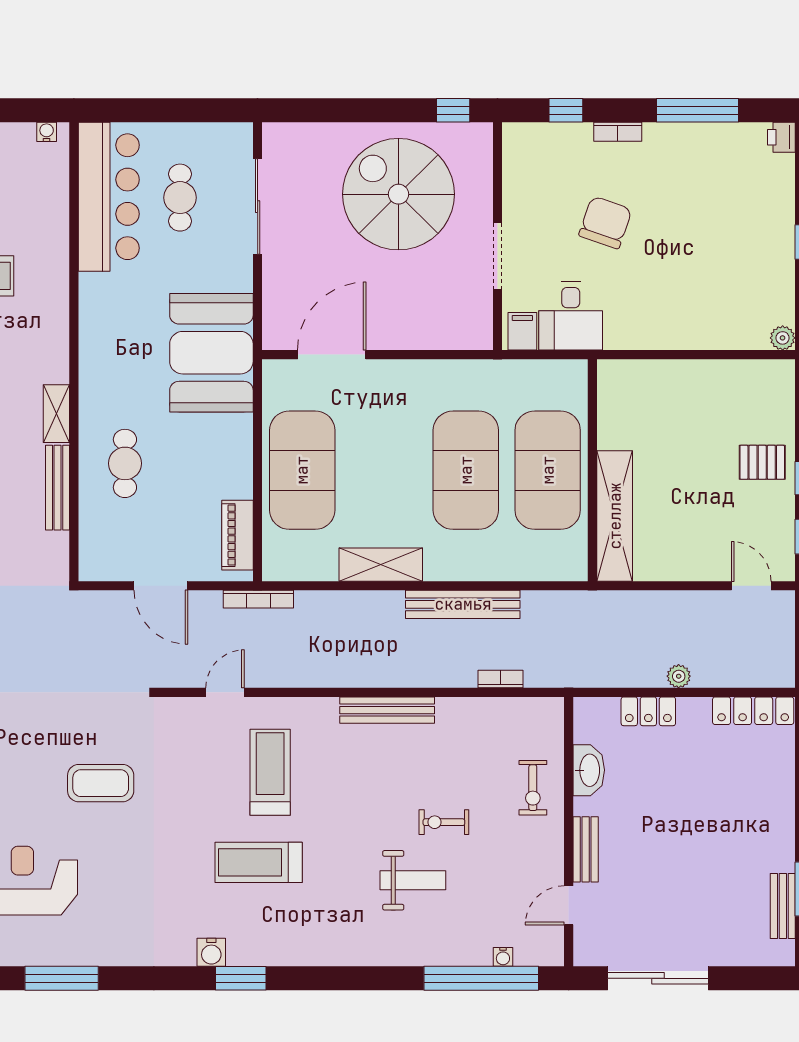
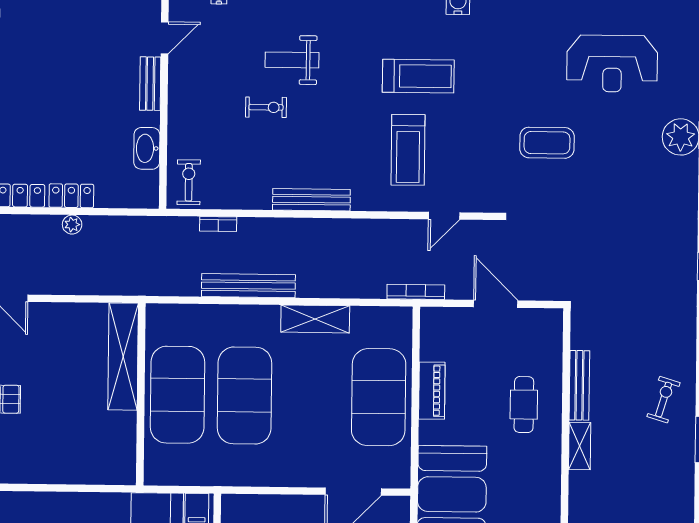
piano: (237, 535) -> (432, 391), moved
locker: (648, 711) -> (71, 196), moved
exercise bike: (533, 788) -> (189, 182), moved

